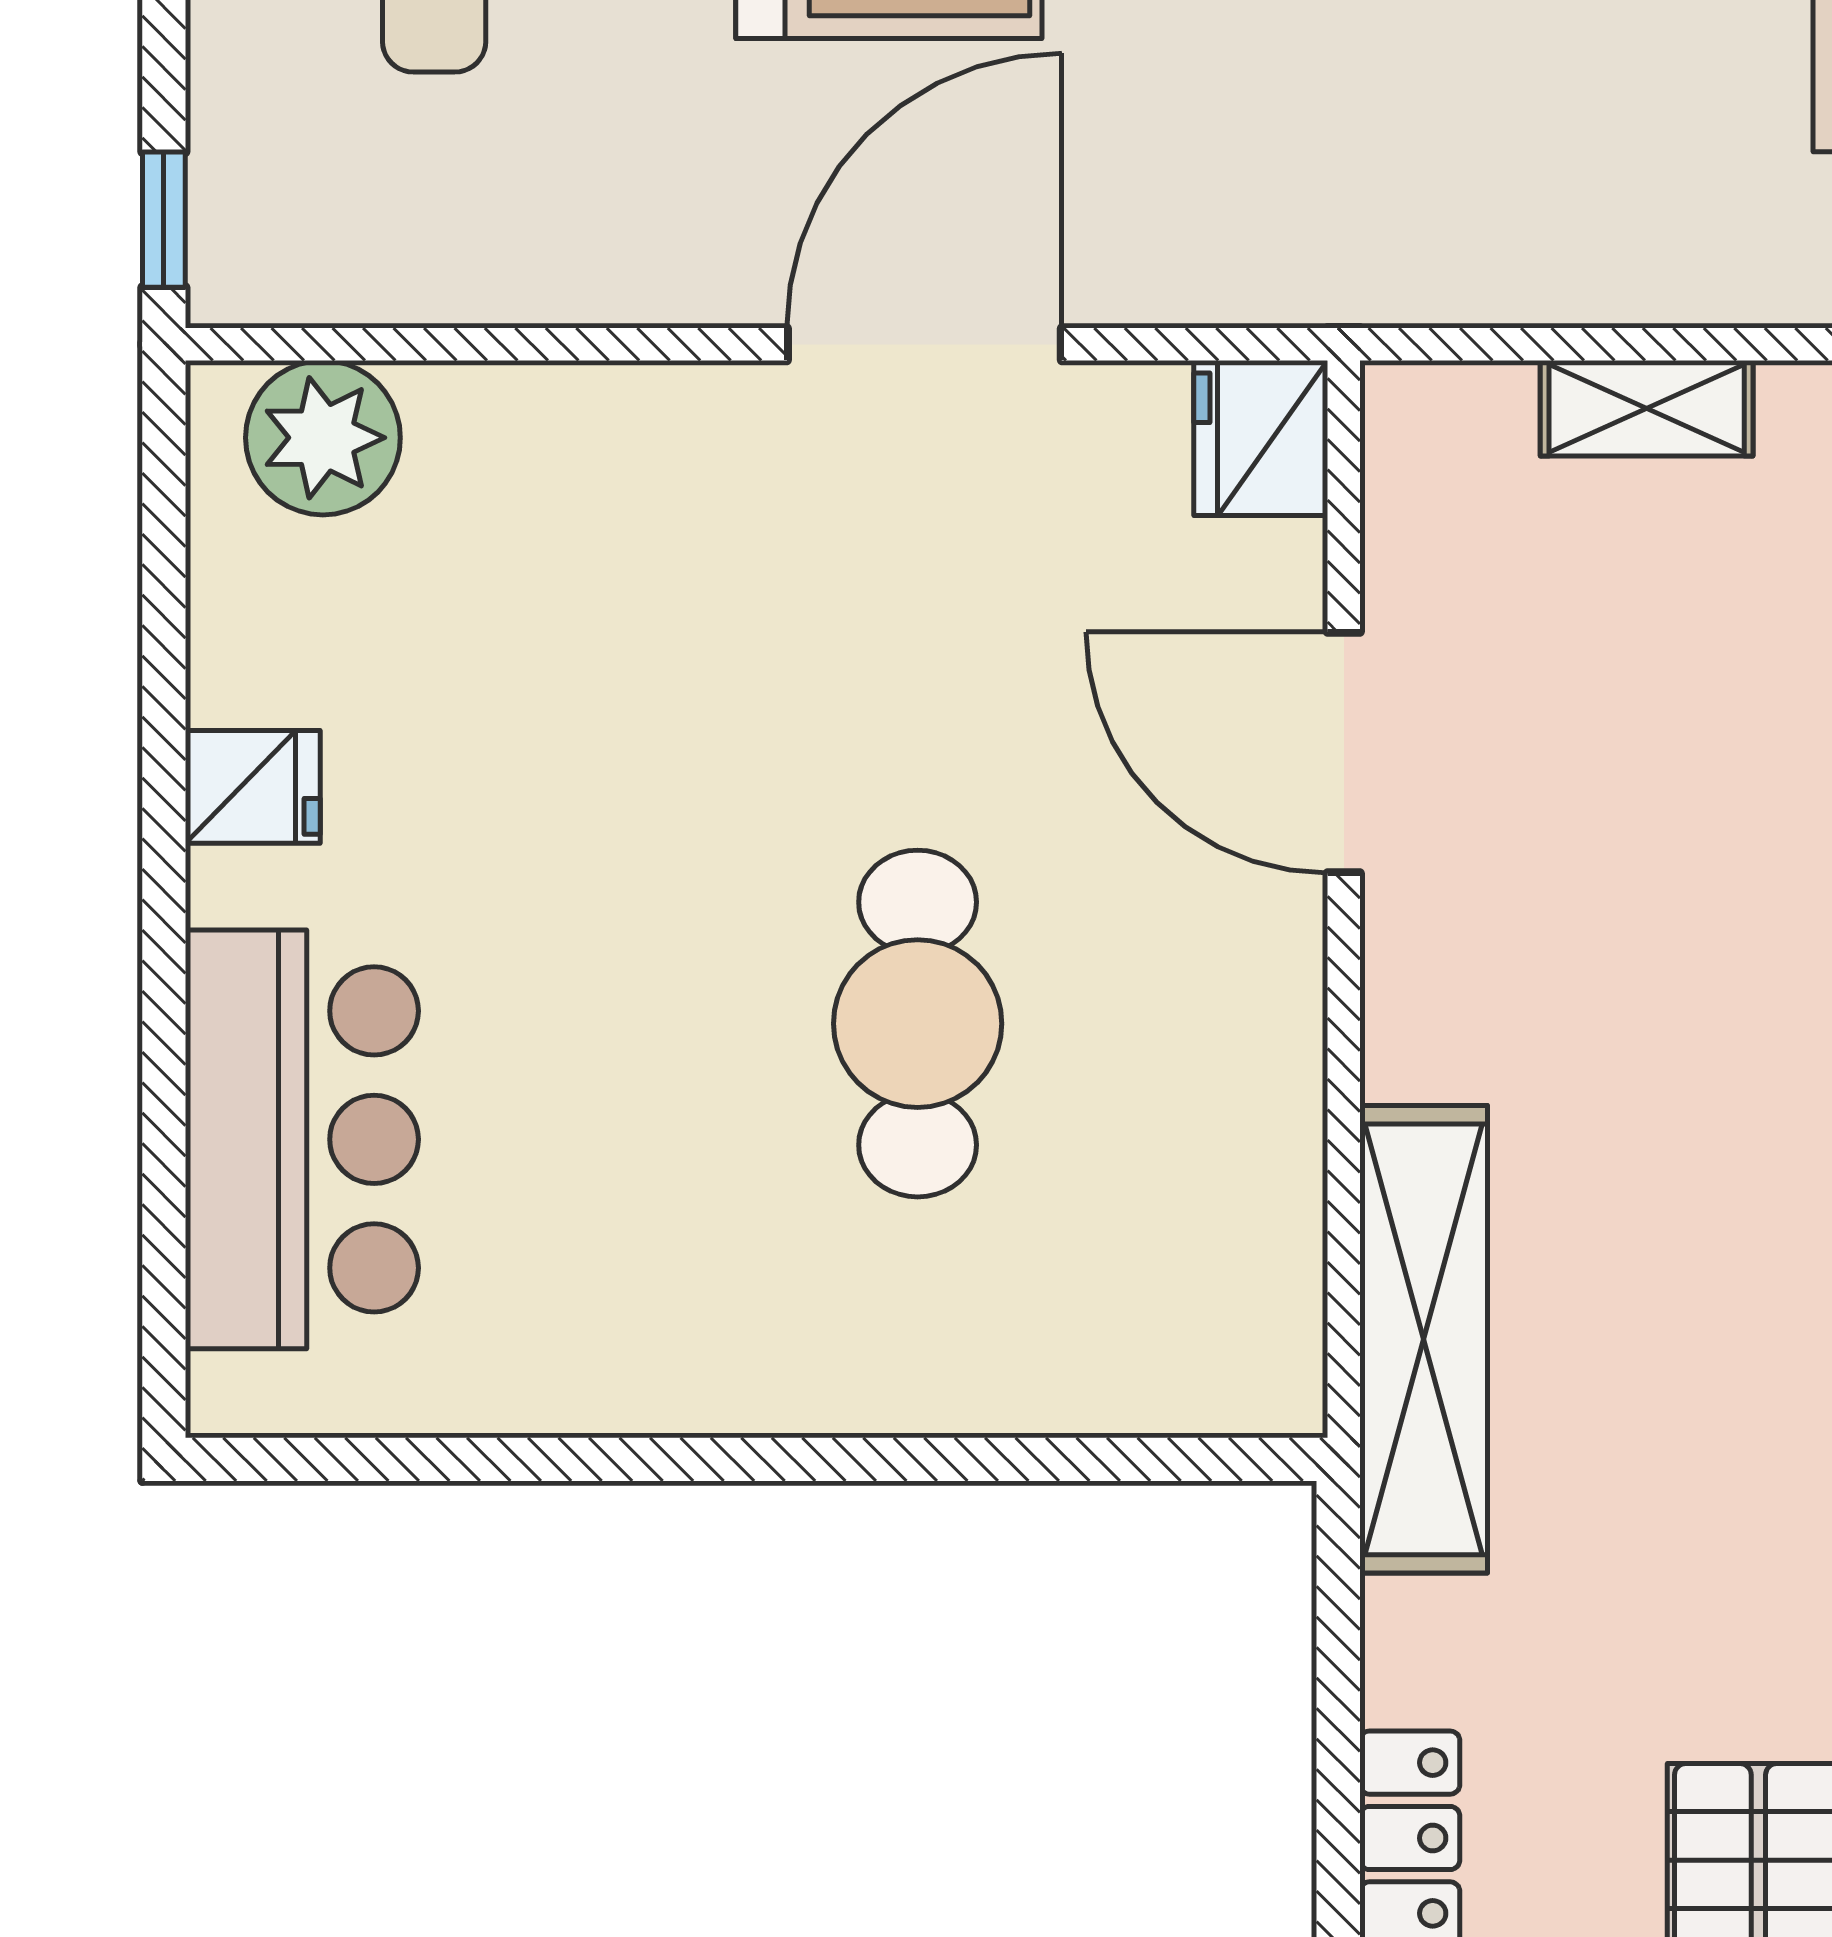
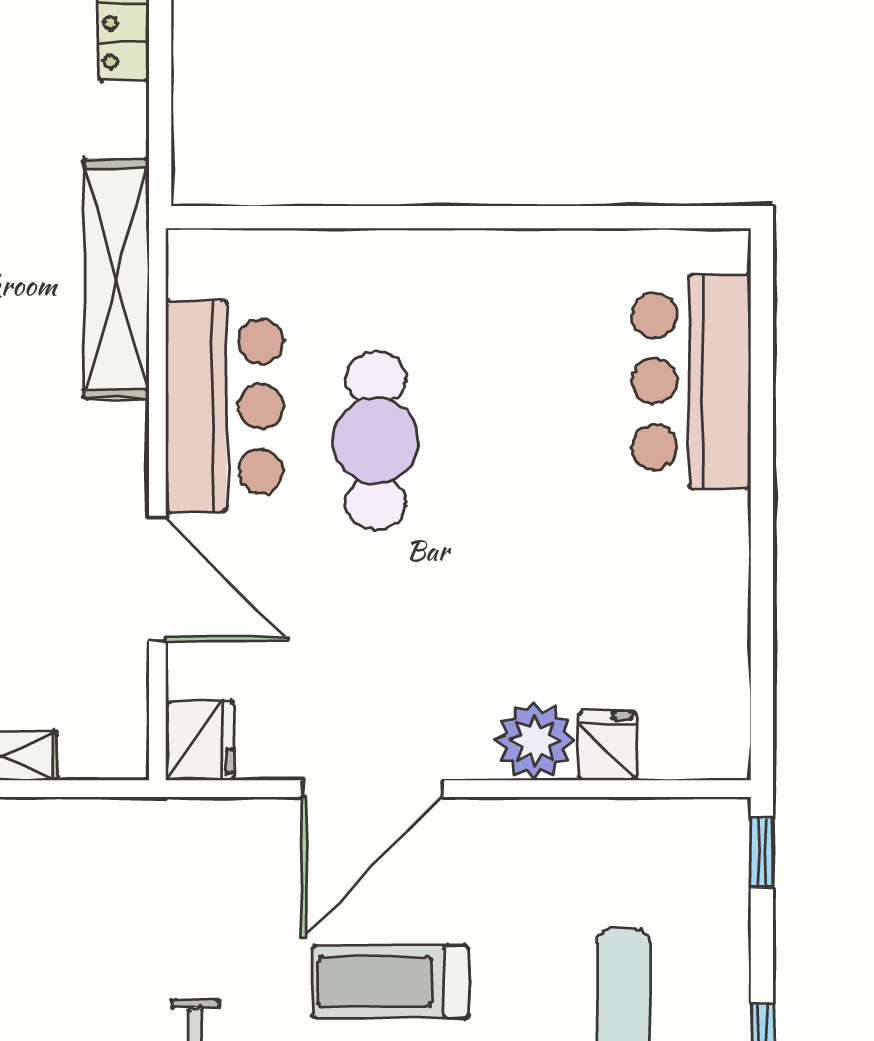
plant: (323, 438) -> (534, 741), moved
fridge: (253, 787) -> (607, 746), moved, turned 90
bar counter: (1213, 1090) -> (224, 406), added

